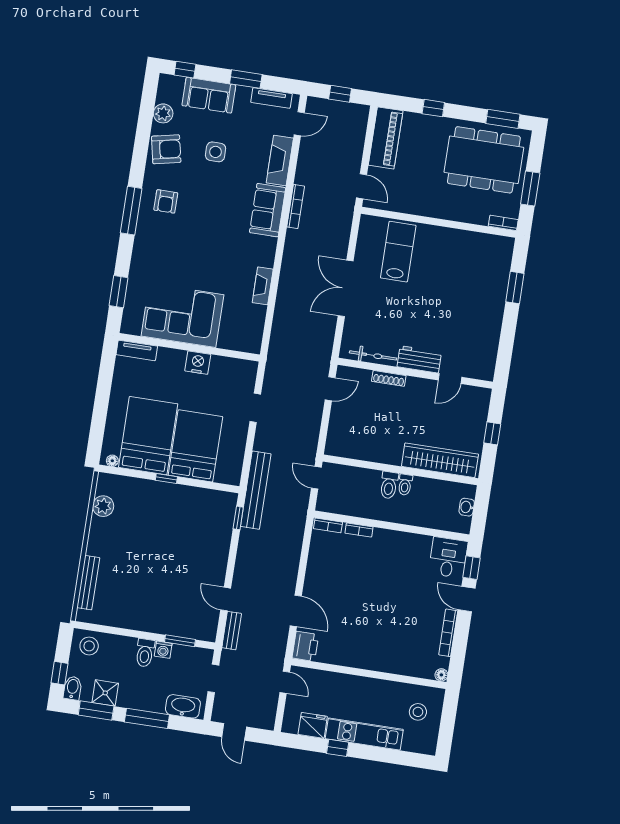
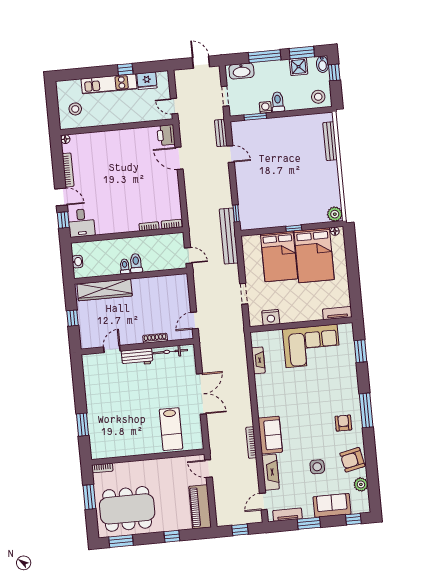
fireplace: (263, 286) -> (258, 360), moved
nightstand: (198, 363) -> (271, 317), moved
plant: (103, 506) -> (335, 214), moved

